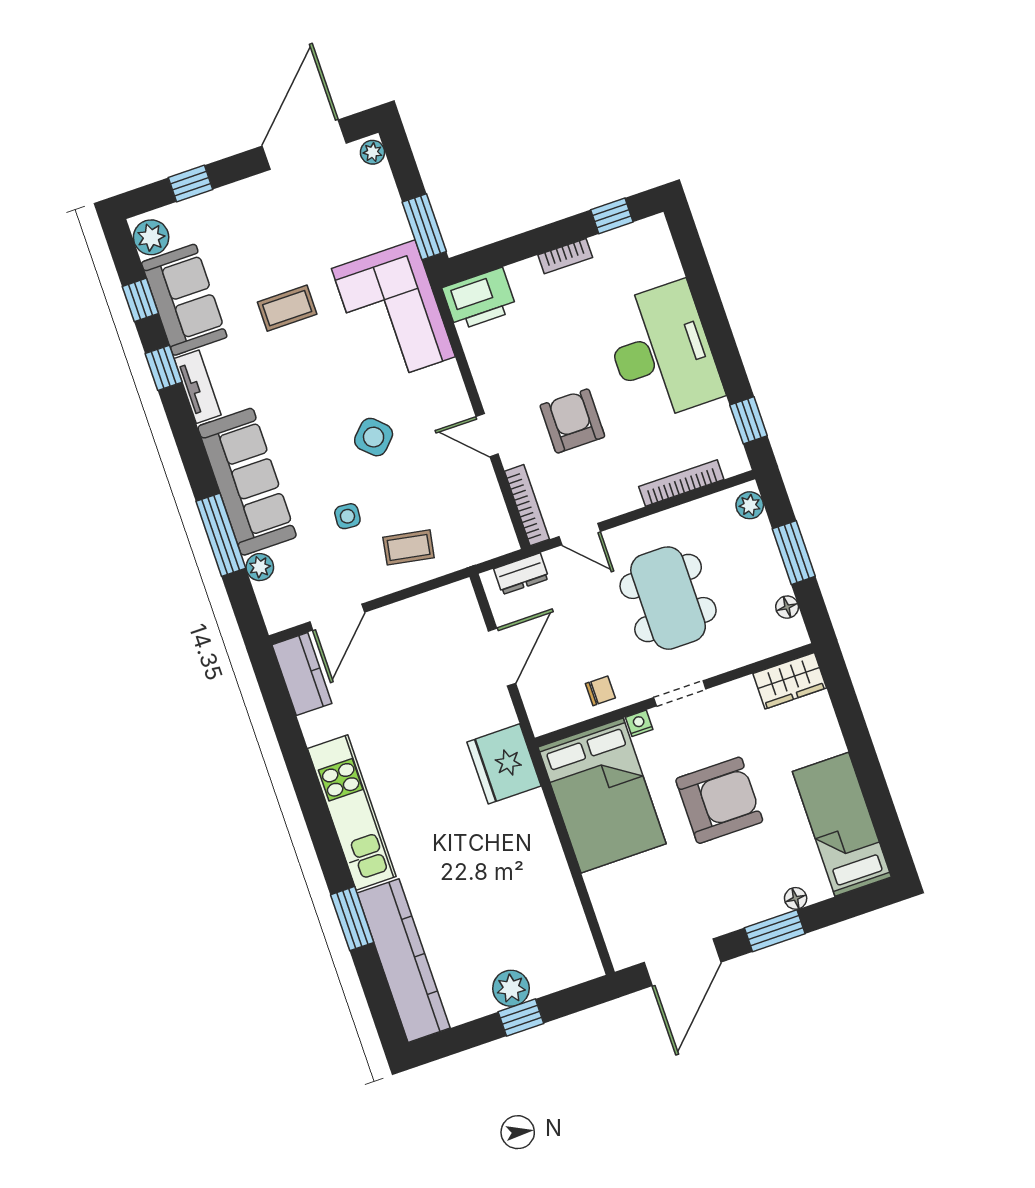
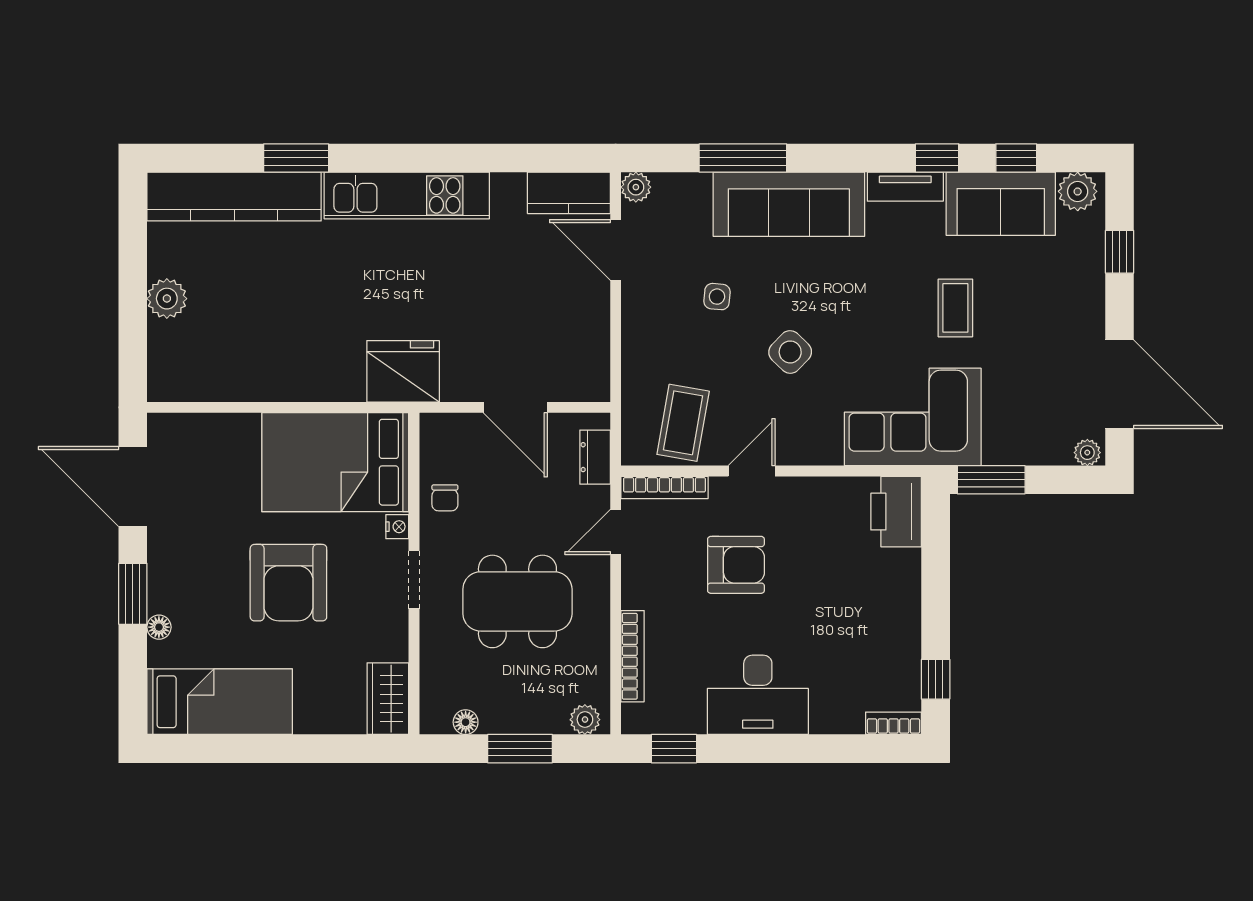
bookcase: (565, 256) -> (894, 723), moved, turned 90
desk: (662, 352) -> (758, 695), width x0.73, depth x0.77
coffee table: (409, 547) -> (683, 423), moved, width x1.36, depth x1.30
plant: (260, 567) -> (636, 187), moved
window: (521, 1018) -> (133, 299), removed

